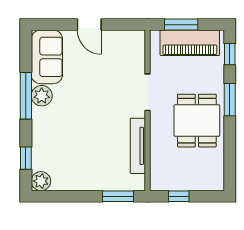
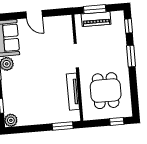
piano: (190, 43) -> (96, 19), width x0.73, depth x0.75
dining table: (197, 121) -> (106, 91), moved
window: (179, 196) -> (117, 121), moved

